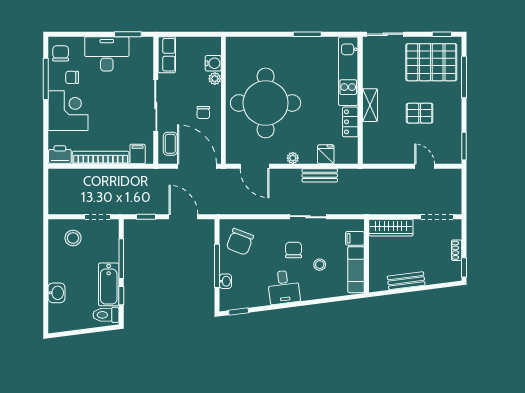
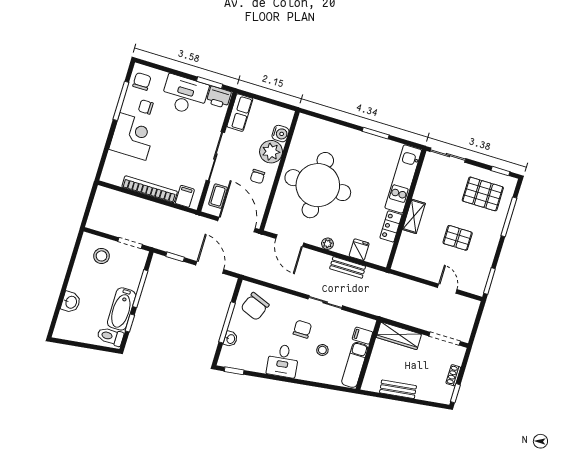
pallet: (431, 62) -> (483, 194), width x0.73, depth x0.71
plant: (215, 79) -> (271, 152), width x1.88, depth x1.88
printer: (60, 155) -> (219, 97), moved, turned 180

